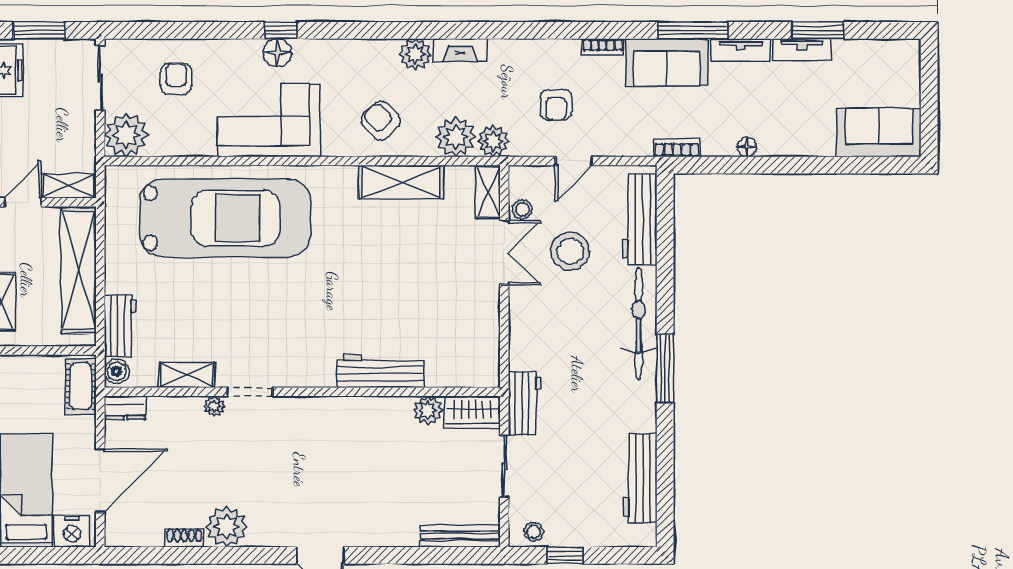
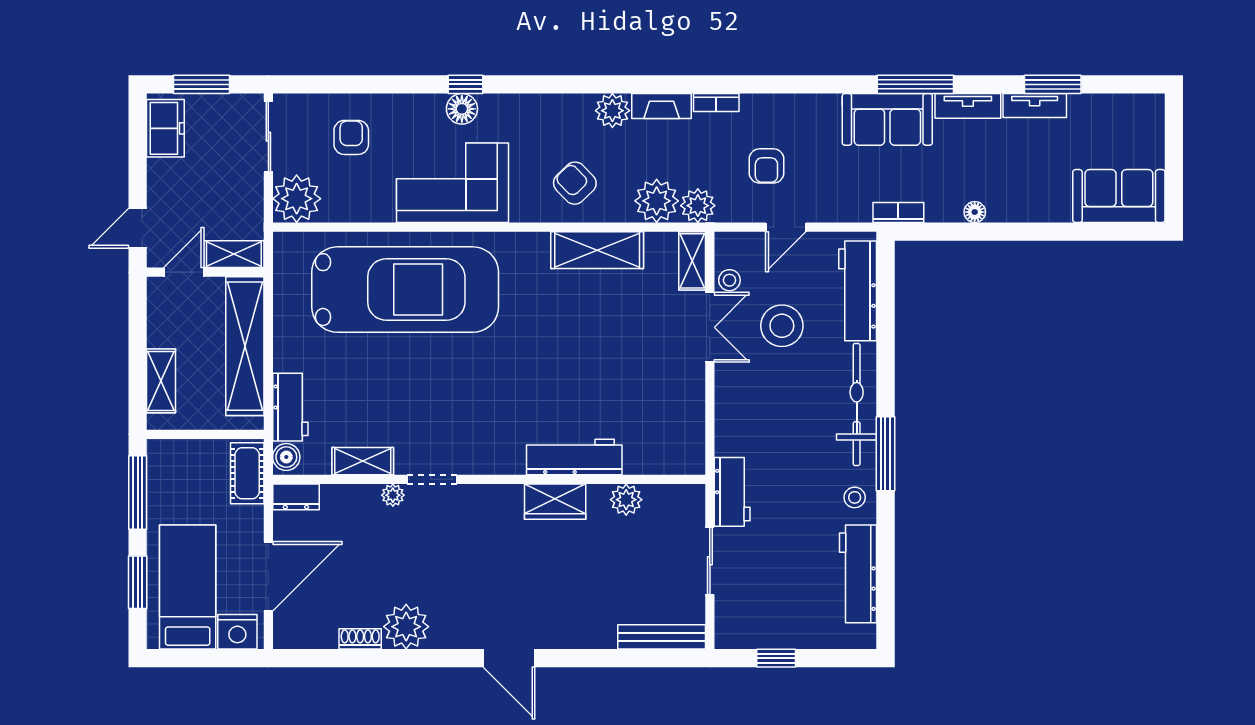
bookcase: (603, 47) -> (716, 103), moved
wardrobe: (472, 412) -> (555, 502), moved
stool: (534, 532) -> (855, 497), moved

